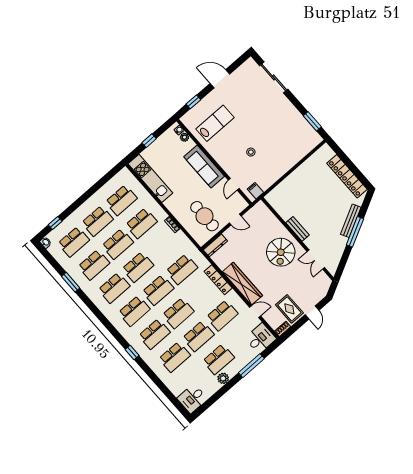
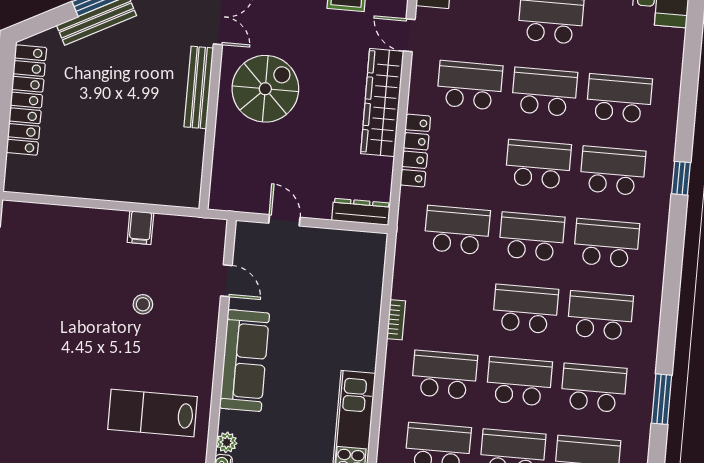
door: (234, 184) -> (226, 281), hinge flipped
filing cabinet: (255, 191) -> (140, 228), moved
cafe table: (204, 216) -> (329, 278), removed
bench: (298, 229) -> (199, 87), width x1.36

